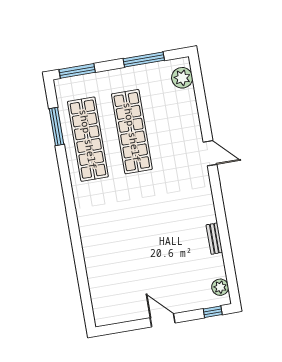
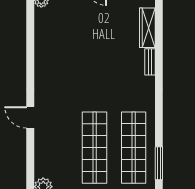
bench: (214, 239) -> (150, 62), moved
wardrobe: (95, 277) -> (147, 28), added

